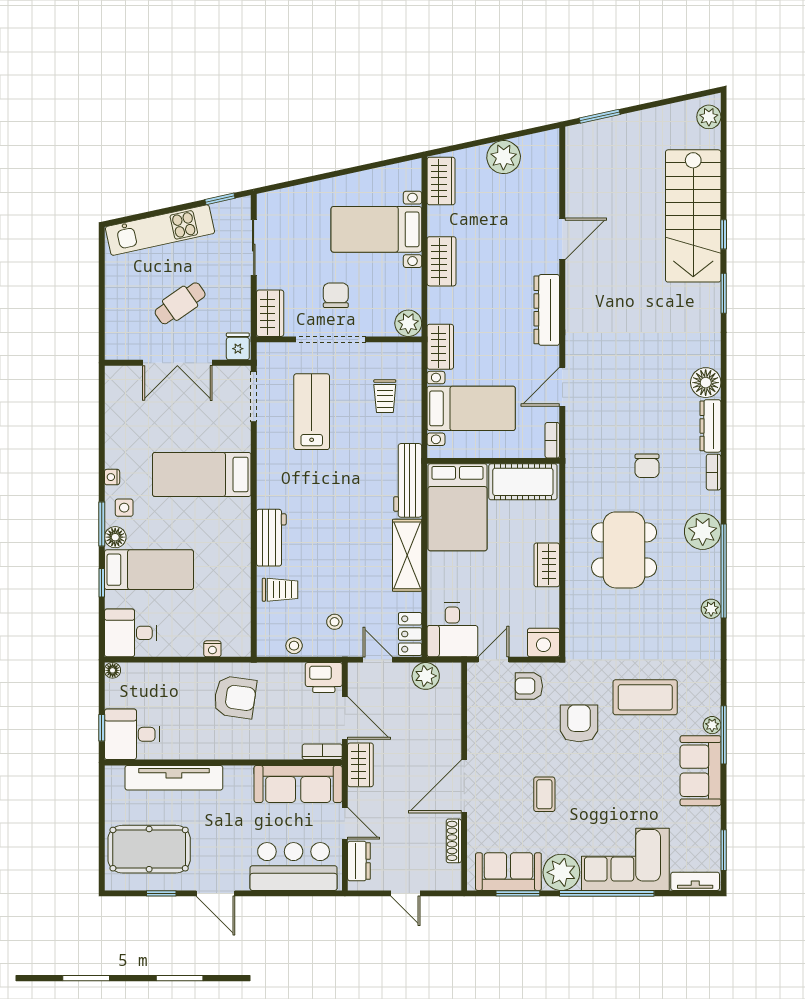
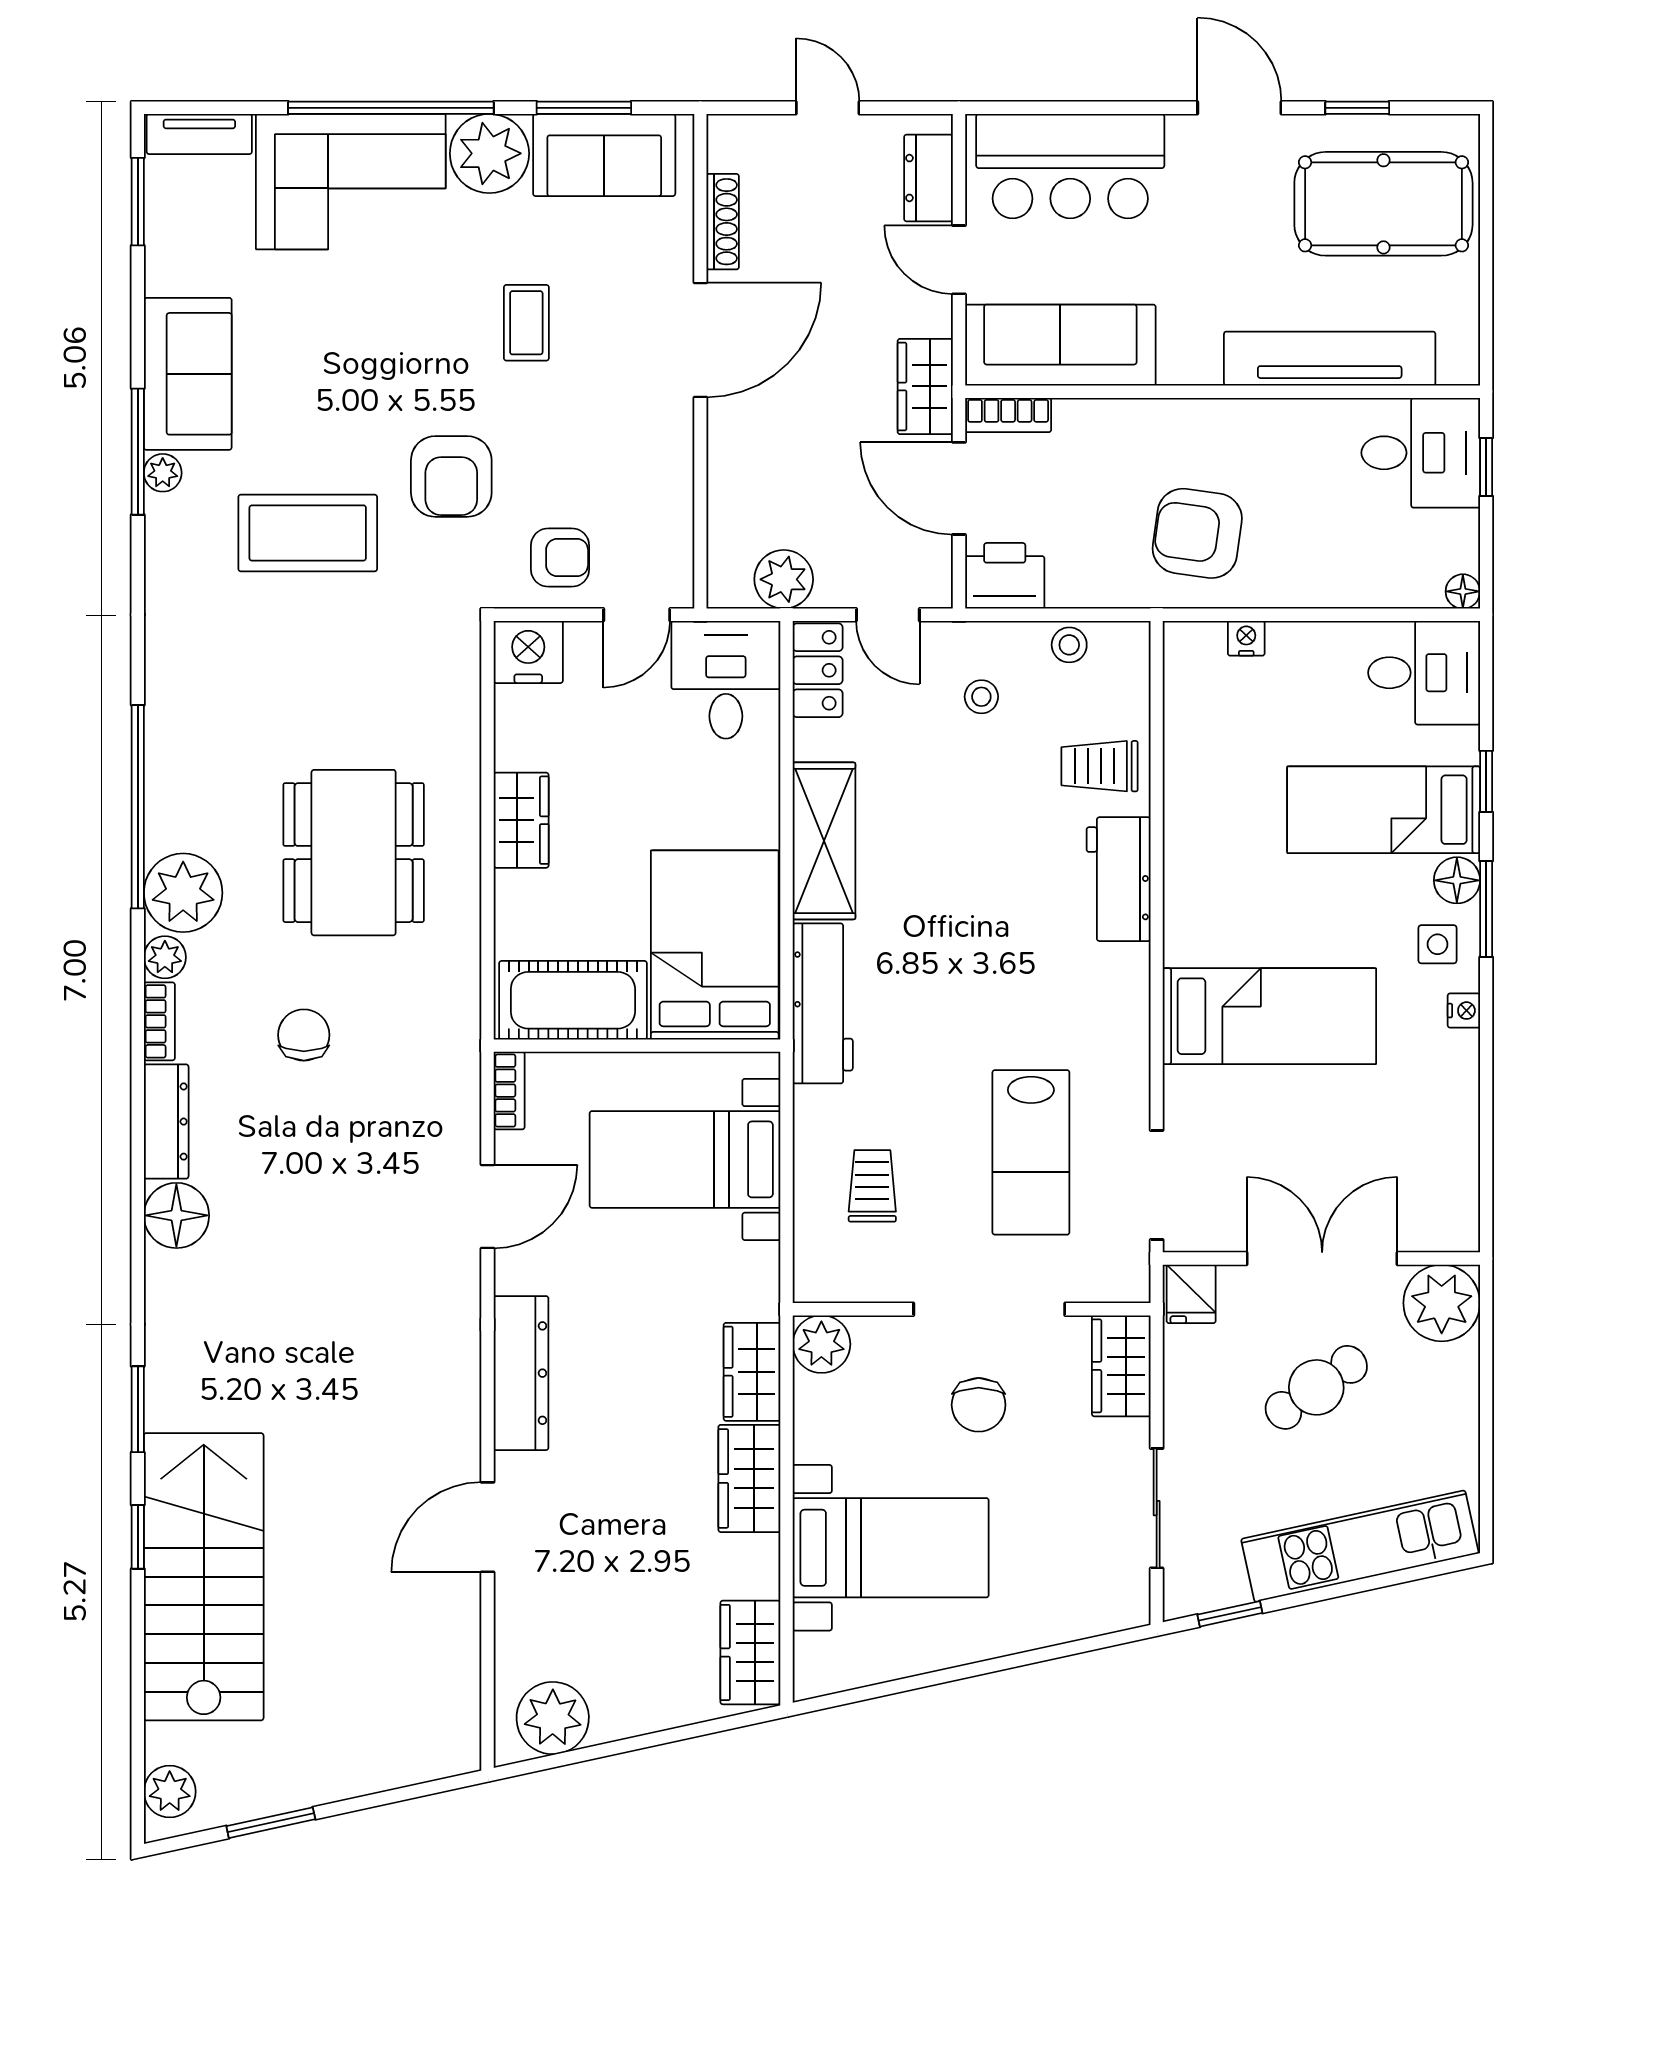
window: (600, 116) -> (271, 1823), moved
plant: (504, 157) -> (553, 1718), moved
plant: (122, 342) -> (1442, 1303), added
wardrobe: (440, 347) -> (752, 1372), moved
plant: (711, 609) -> (165, 957), moved

